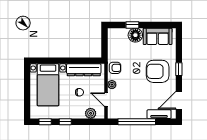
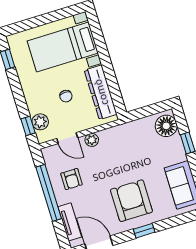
floor lamp: (135, 35) -> (166, 126), moved
armchair: (115, 68) -> (72, 179), moved
door: (106, 100) -> (67, 138), swing flipped
window: (65, 122) -> (28, 126), moved

